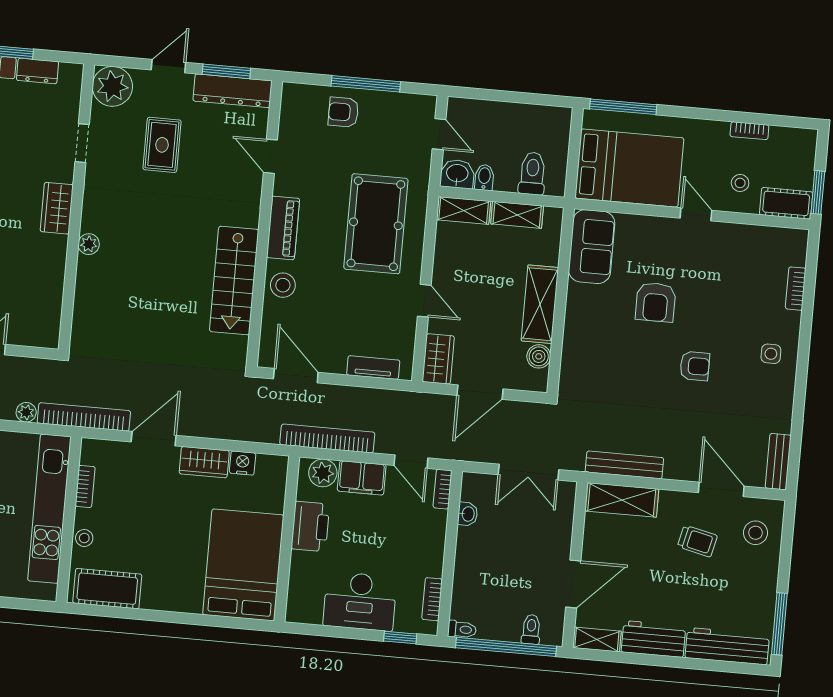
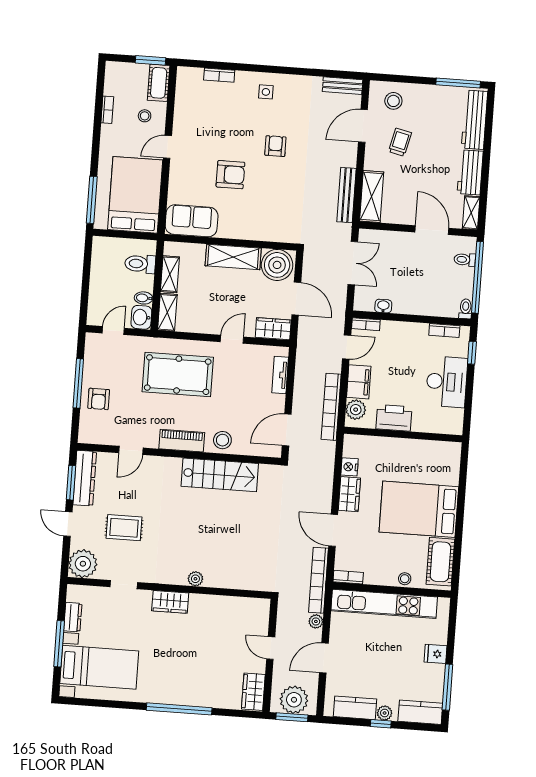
boiler: (539, 356) -> (277, 265), width x1.86, depth x1.86
bookcase: (85, 486) -> (348, 577), moved
bed: (243, 565) -> (419, 509), moved

